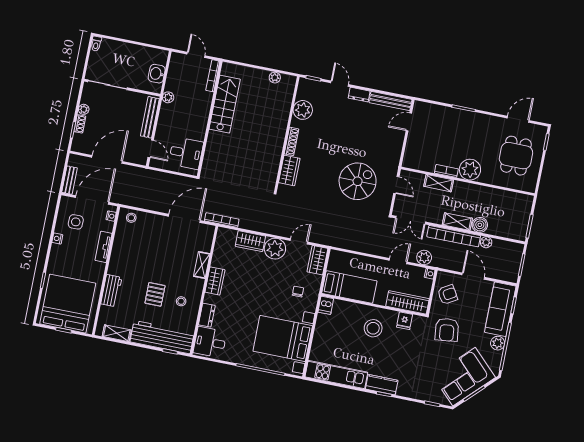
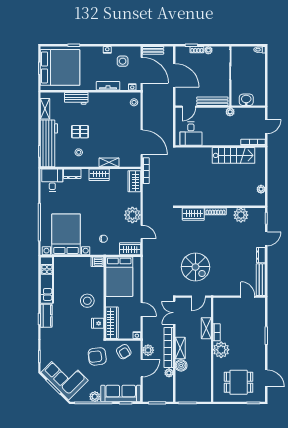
wardrobe: (250, 241) -> (134, 181), moved
plant: (424, 257) -> (148, 350), moved
bed: (349, 287) -> (119, 277), width x1.50

